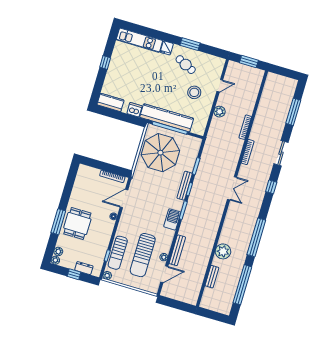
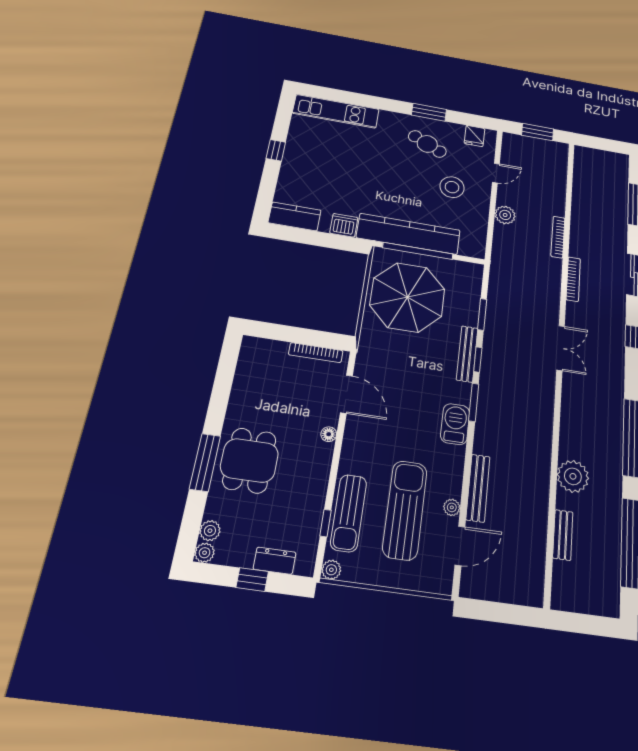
fridge: (167, 48) -> (475, 136), moved
door: (124, 199) -> (346, 394), swing flipped
sun lounger: (143, 255) -> (405, 510), turned 180

